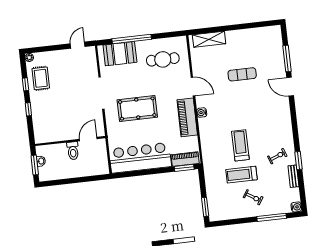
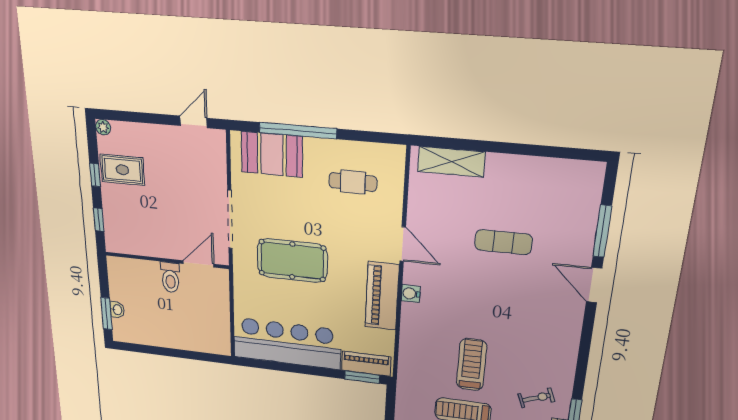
cafe table: (163, 59) -> (353, 182), width x0.73, depth x0.74
rug: (41, 78) -> (122, 170), turned 90
door: (88, 139) -> (198, 264), moved
wall: (70, 141) -> (167, 260), moved
toilet: (73, 151) -> (170, 277), moved

